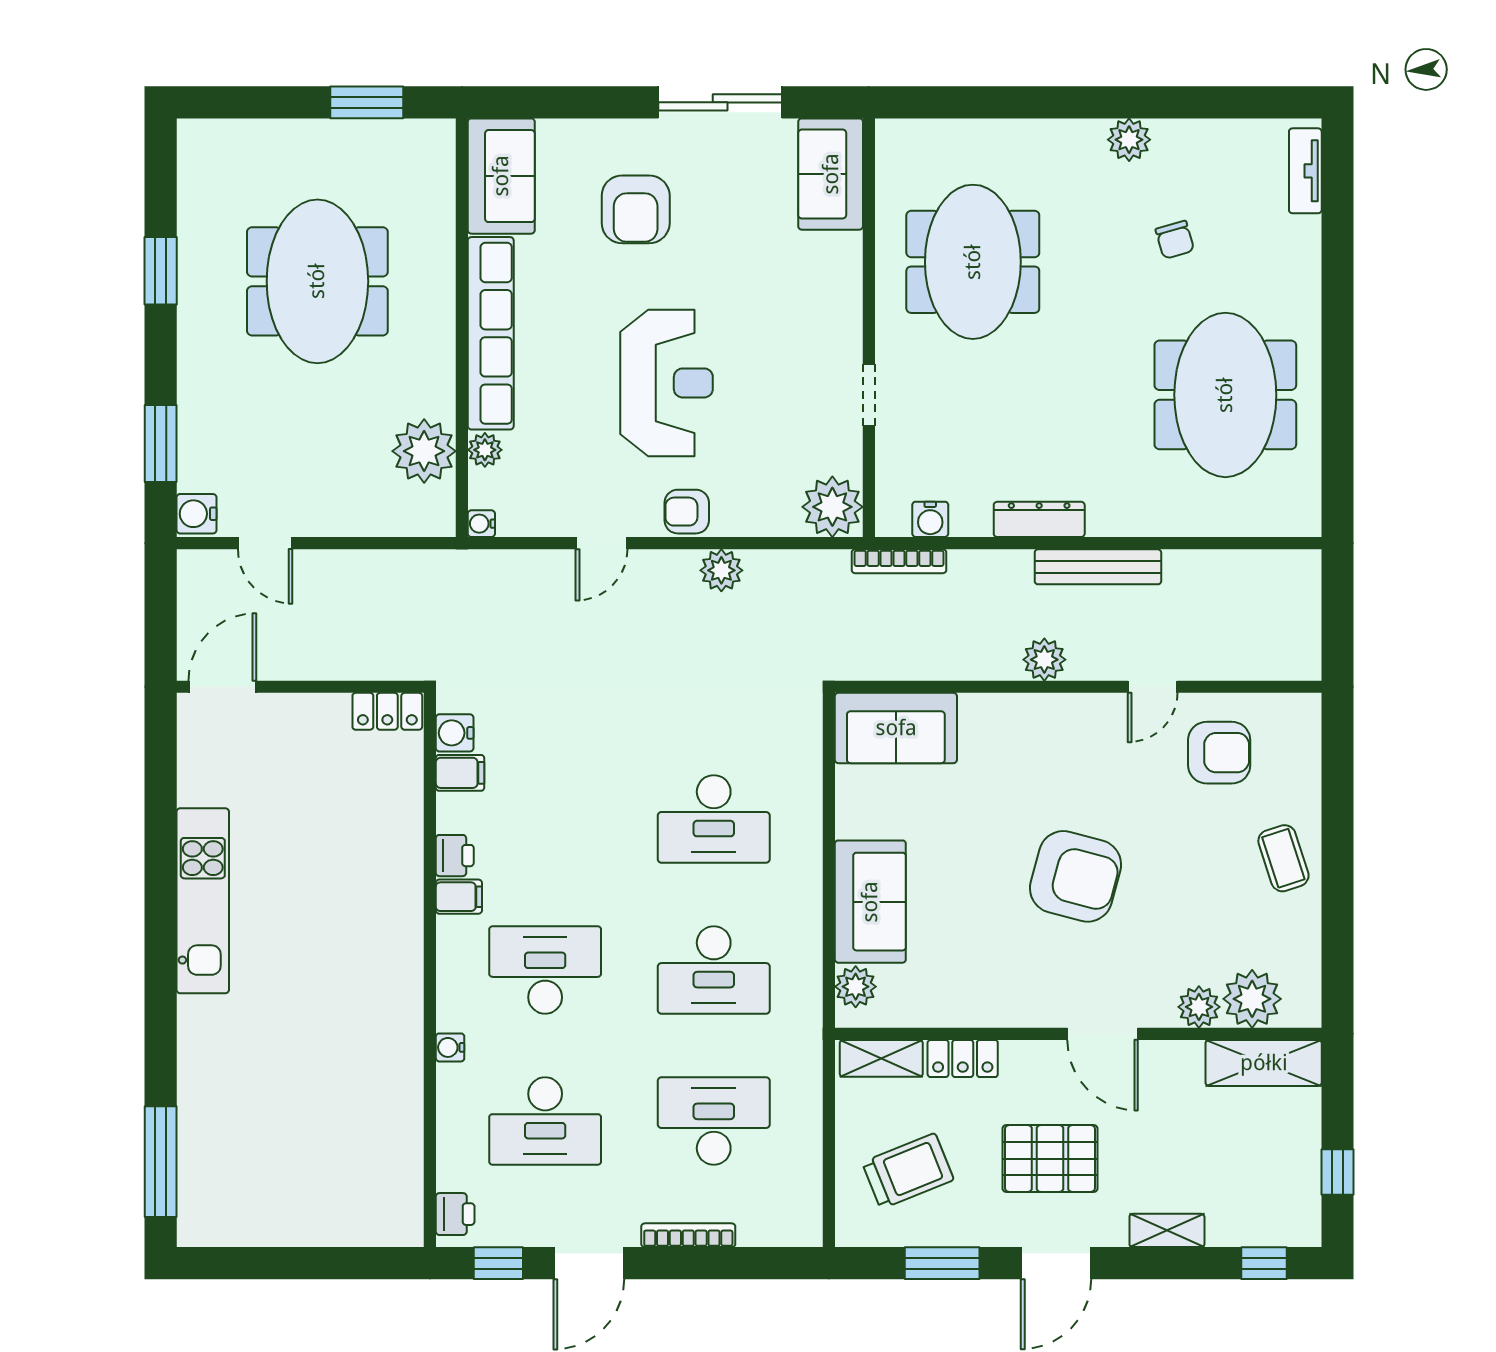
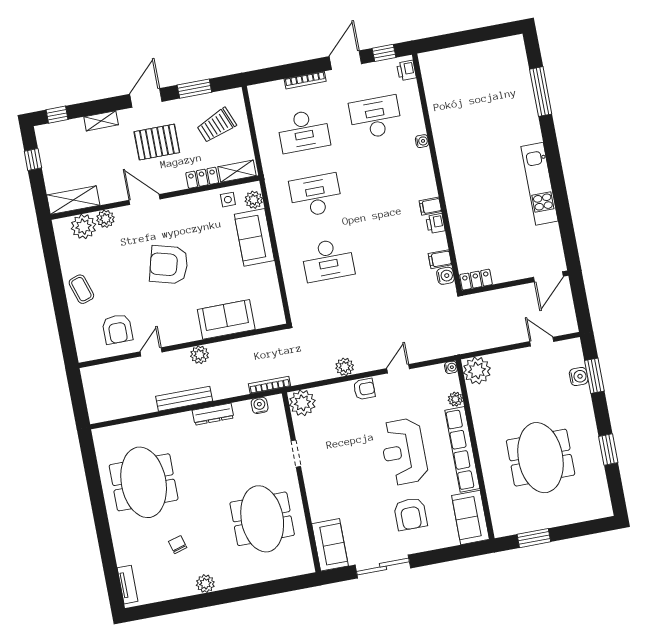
armchair: (636, 209) -> (410, 514), turned 180
reception desk: (667, 383) -> (404, 452), moved
plant: (424, 451) -> (477, 371), moved
water cooler: (197, 514) -> (579, 377), moved
sofa: (896, 728) -> (226, 319), moved
armchair: (1219, 753) -> (117, 329), turned -90
desk: (714, 819) -> (328, 260), turned 180
desk: (545, 970) -> (388, 182), removed
side table: (914, 998) -> (228, 200), added
window: (161, 1162) -> (541, 92), moved

